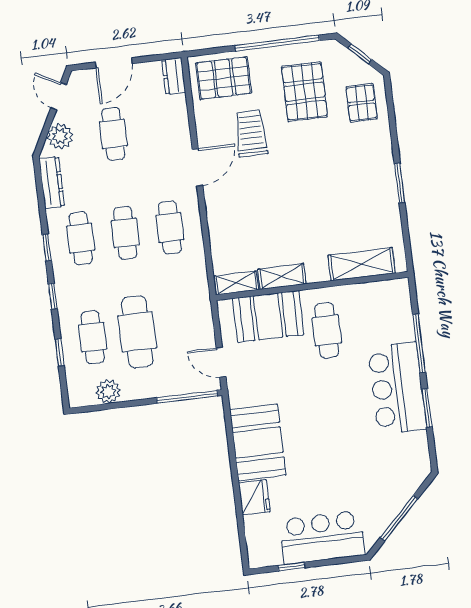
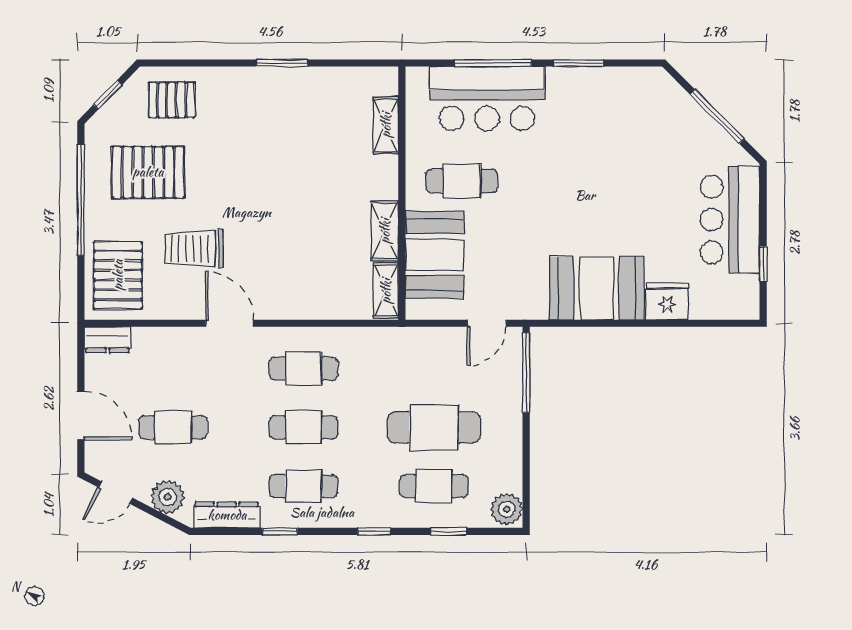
window: (47, 247) -> (280, 531), moved
shelving: (362, 264) -> (386, 125), width x0.67, depth x0.75
bar counter: (397, 388) -> (487, 99), moved
plant: (108, 391) -> (507, 509), moved

